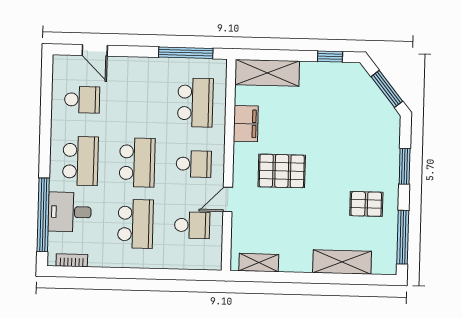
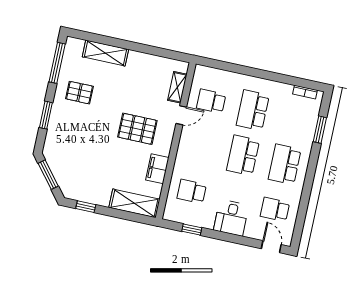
door: (95, 50) -> (271, 247), moved
window: (186, 53) -> (192, 230), width x0.46
school desk: (195, 103) -> (192, 191), width x0.54
school desk: (194, 164) -> (201, 146), removed
desk: (70, 212) -> (231, 218), moved, turned 90
window: (43, 215) -> (320, 130), width x0.47
shelving: (259, 263) -> (177, 87), moved, turned 90

